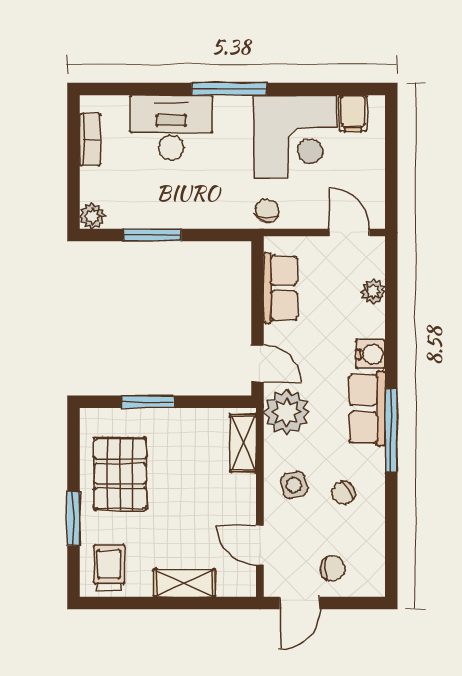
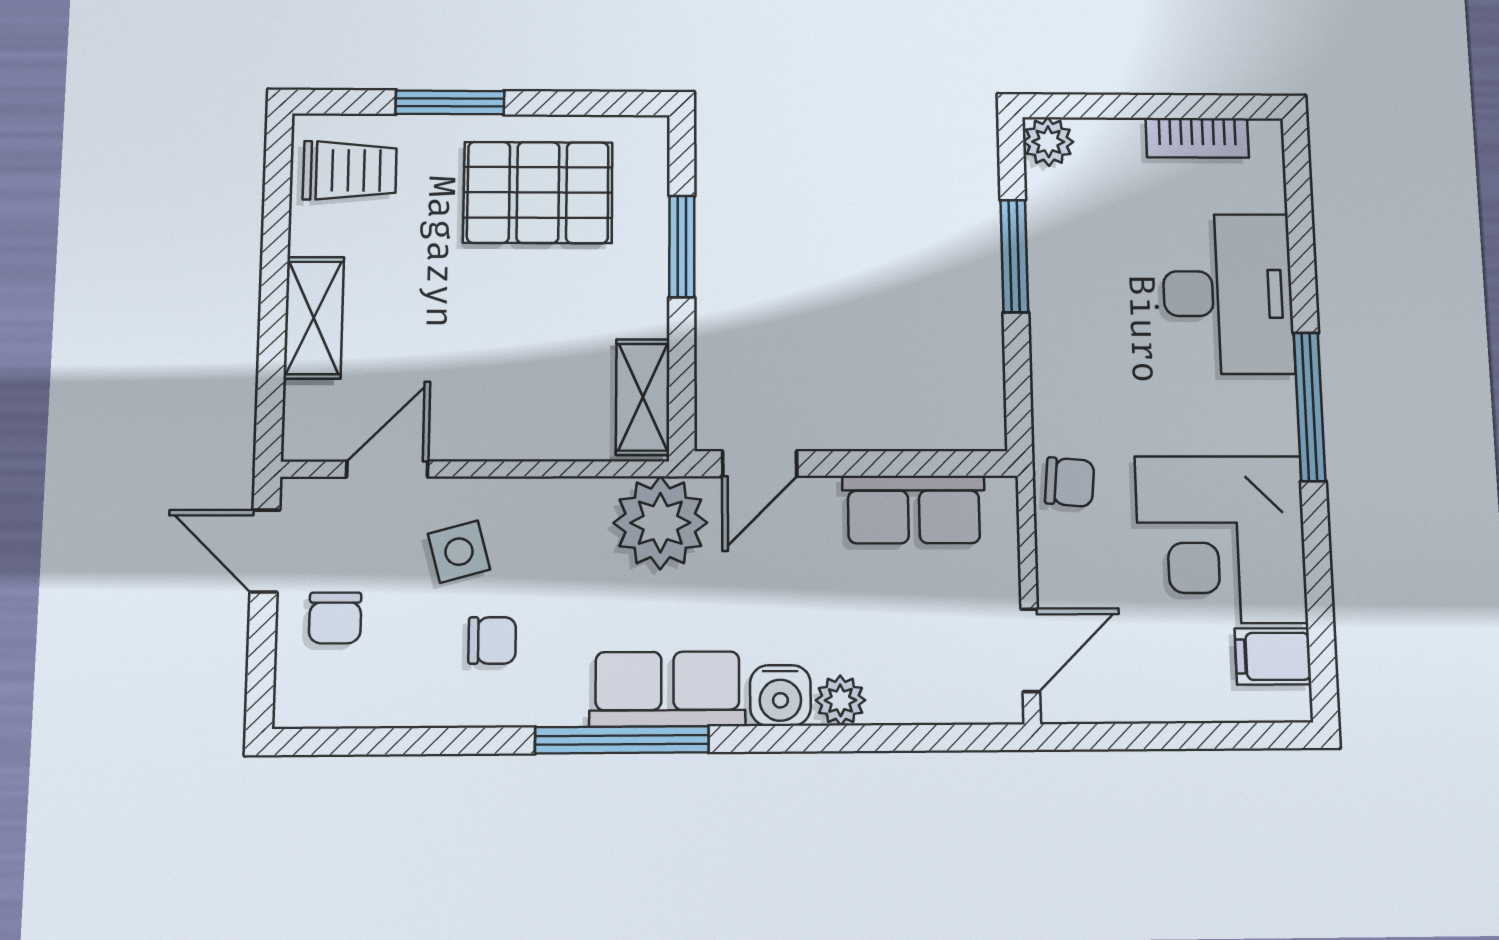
plant: (373, 291) -> (840, 700), moved
shelving: (243, 443) -> (643, 397), moved, turned 90
side table: (294, 485) -> (459, 552), moved
chair: (343, 493) -> (492, 640), turned 124

